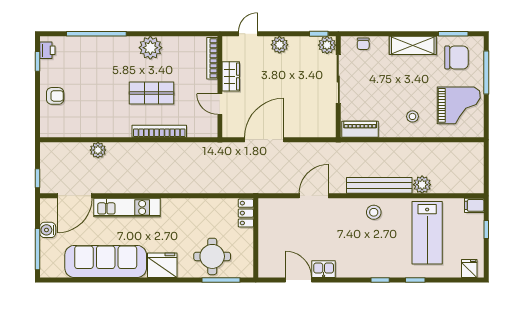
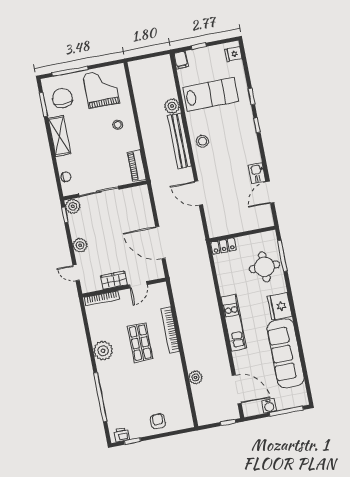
kitchen unit: (127, 207) -> (234, 323), moved

